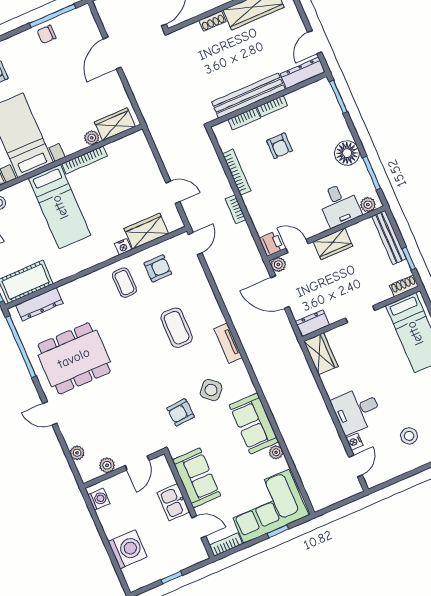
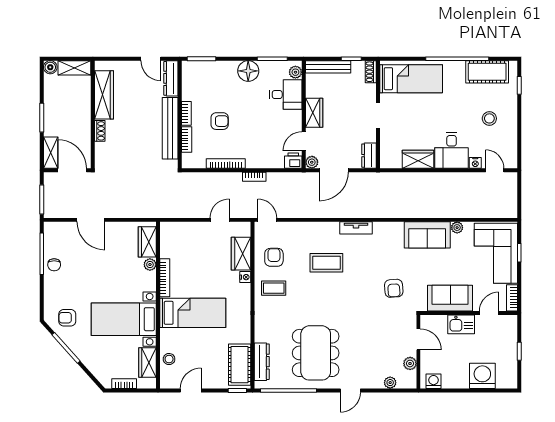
wardrobe: (321, 354) -> (418, 159), moved
side table: (211, 390) -> (387, 257), removed

